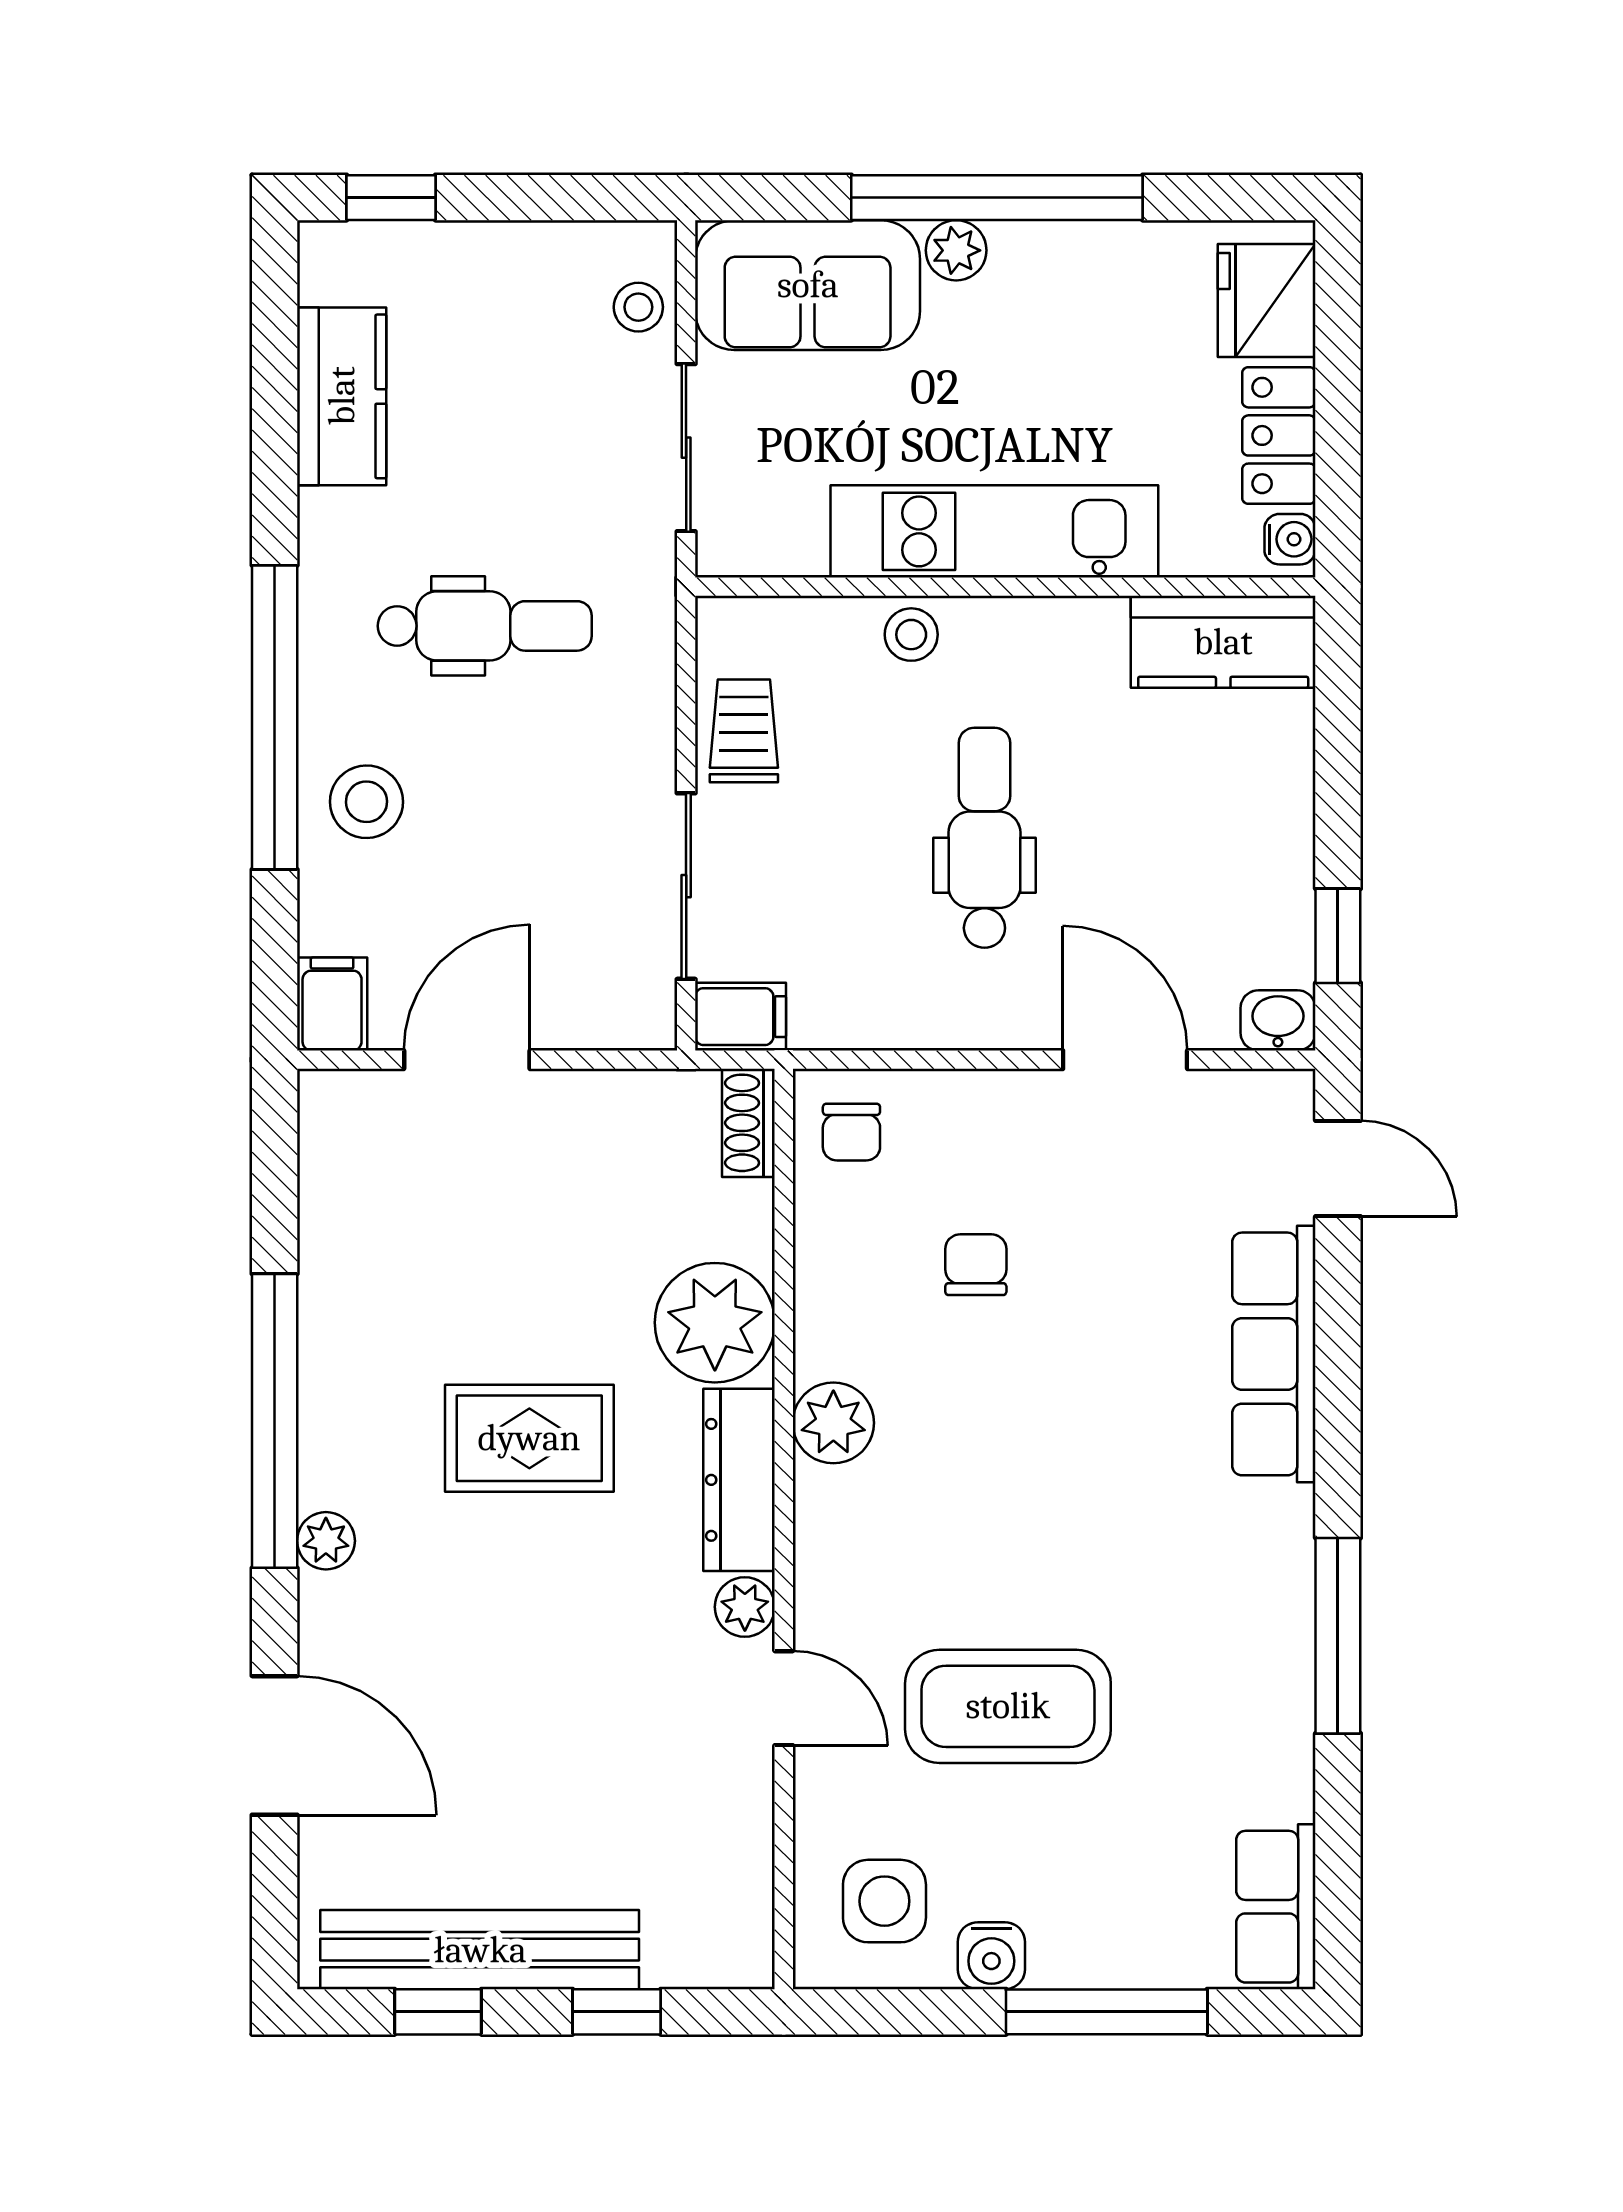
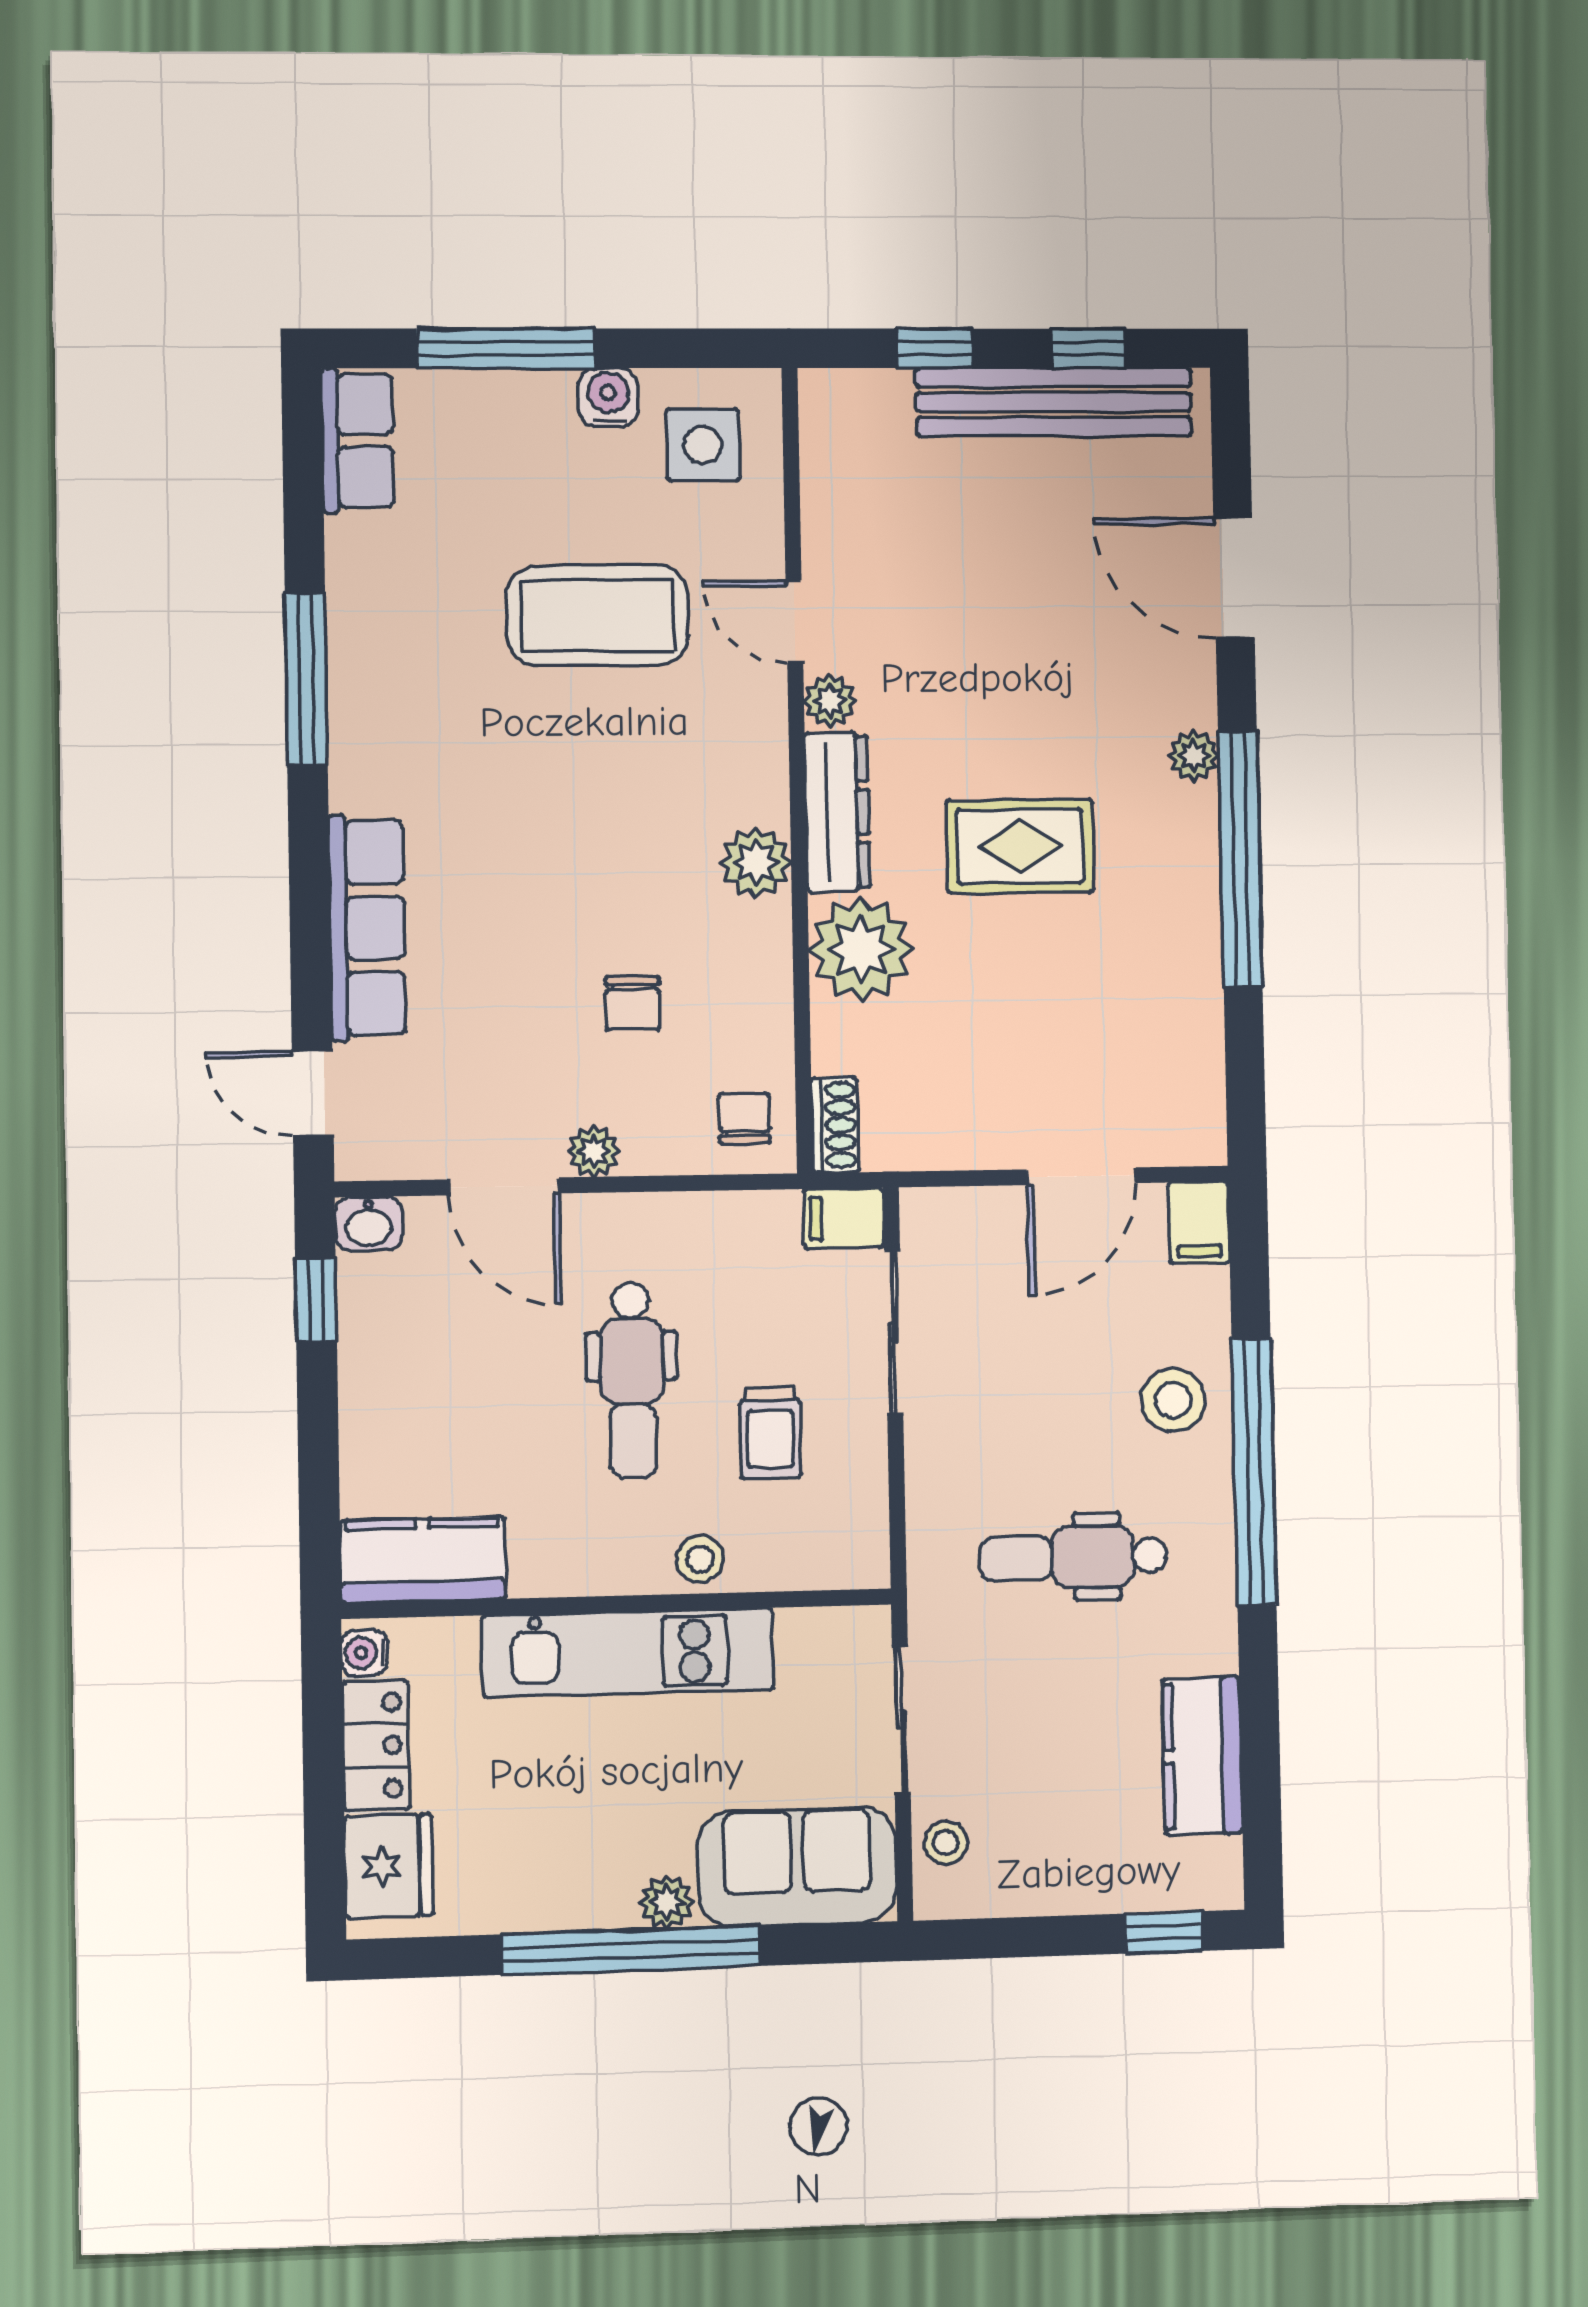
trolley: (744, 731) -> (770, 1432), moved
plant: (1023, 1098) -> (594, 1151), added

